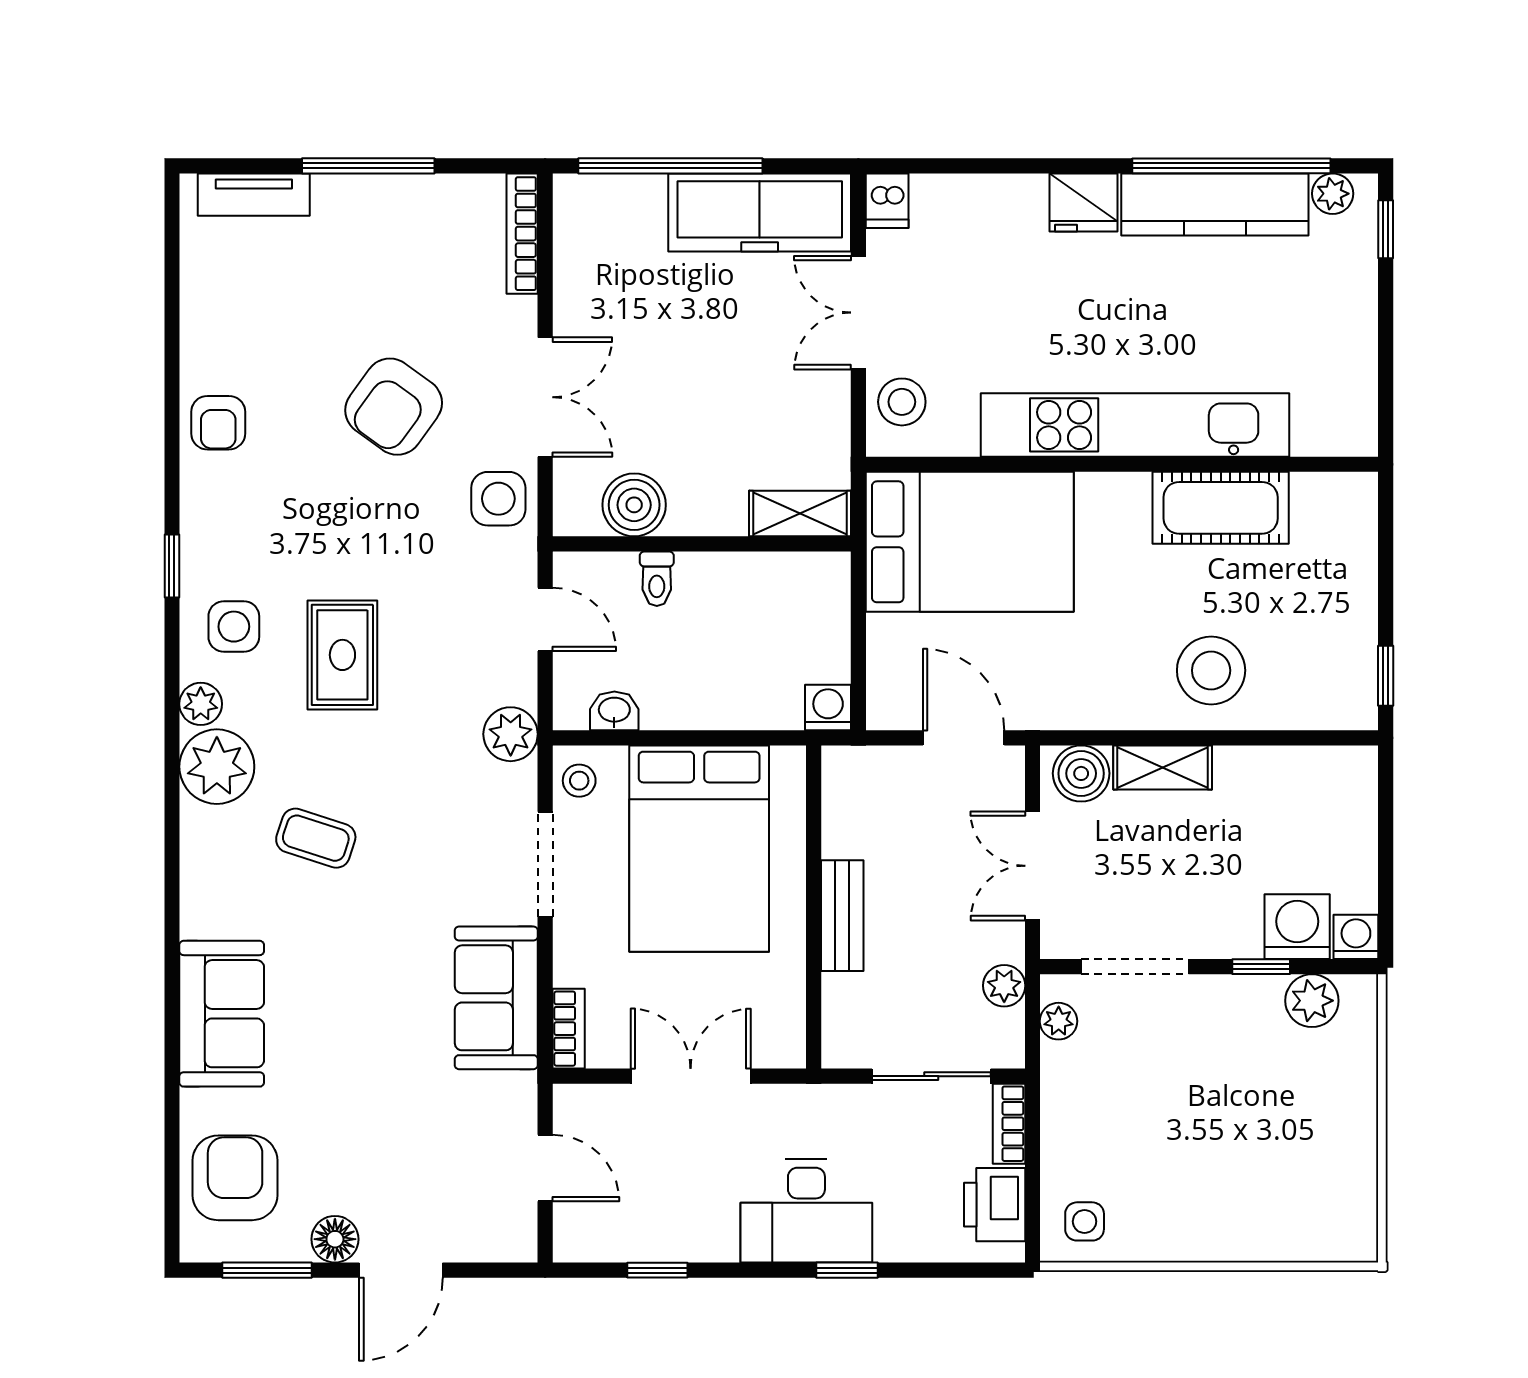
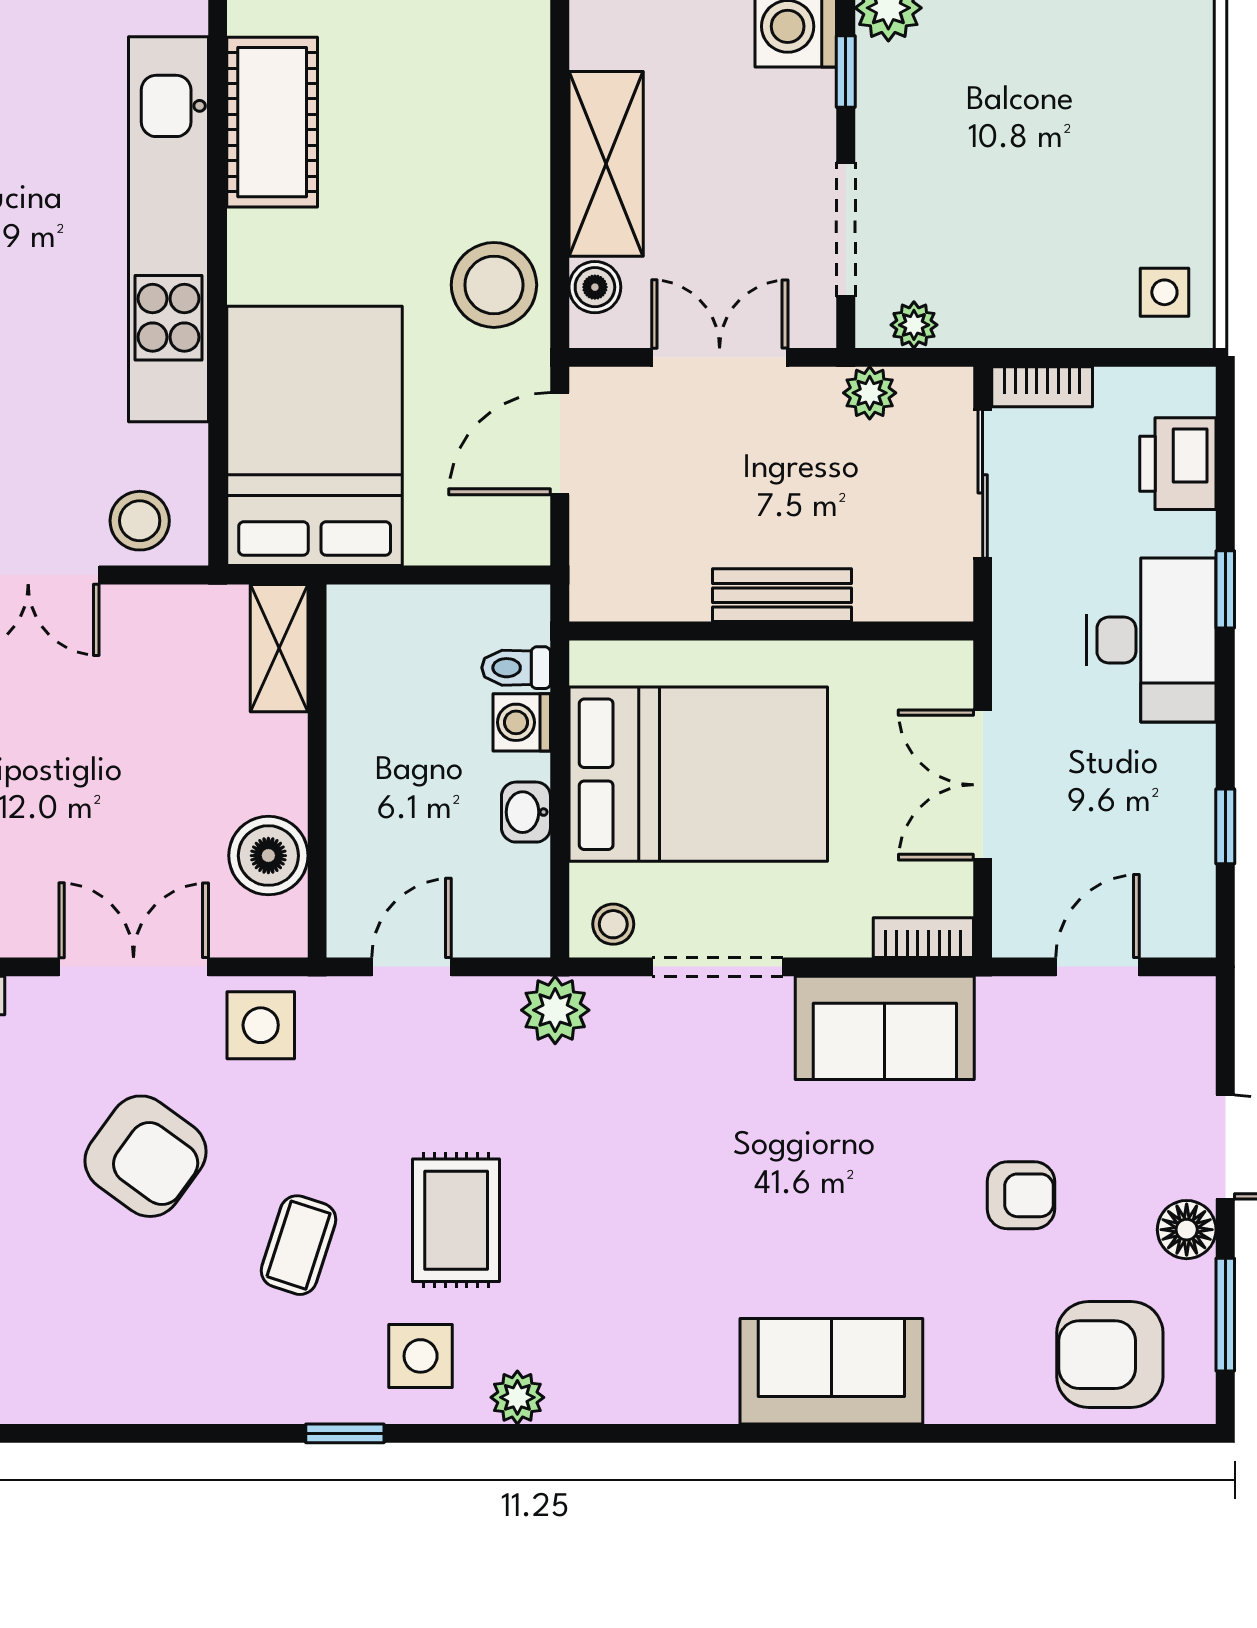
armchair: (218, 423) -> (1021, 1195), moved
toilet: (657, 579) -> (516, 668), moved, turned 180
rug: (342, 655) -> (456, 1220), turned 90
stool: (1211, 670) -> (494, 285), moved
washing machine: (828, 707) -> (522, 722), moved
washbasin: (614, 711) -> (526, 812), moved
plant: (217, 767) -> (596, 1377), removed
shelving: (1163, 768) -> (606, 164), width x1.50, depth x1.33
boiler: (1081, 773) -> (595, 287), width x0.73, depth x0.73
coffee table: (316, 838) -> (299, 1245), moved
double door: (1033, 866) -> (720, 357), swing flipped
sofa: (222, 1014) -> (831, 1371), moved
printer: (995, 1205) -> (1178, 464), moved, turned 90

